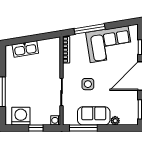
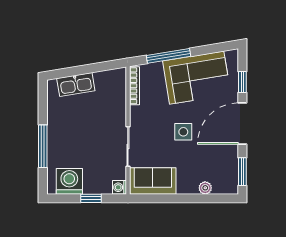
side table: (88, 84) -> (183, 132), moved
sofa: (94, 116) -> (153, 181), moved
window: (83, 128) -> (160, 198), removed

